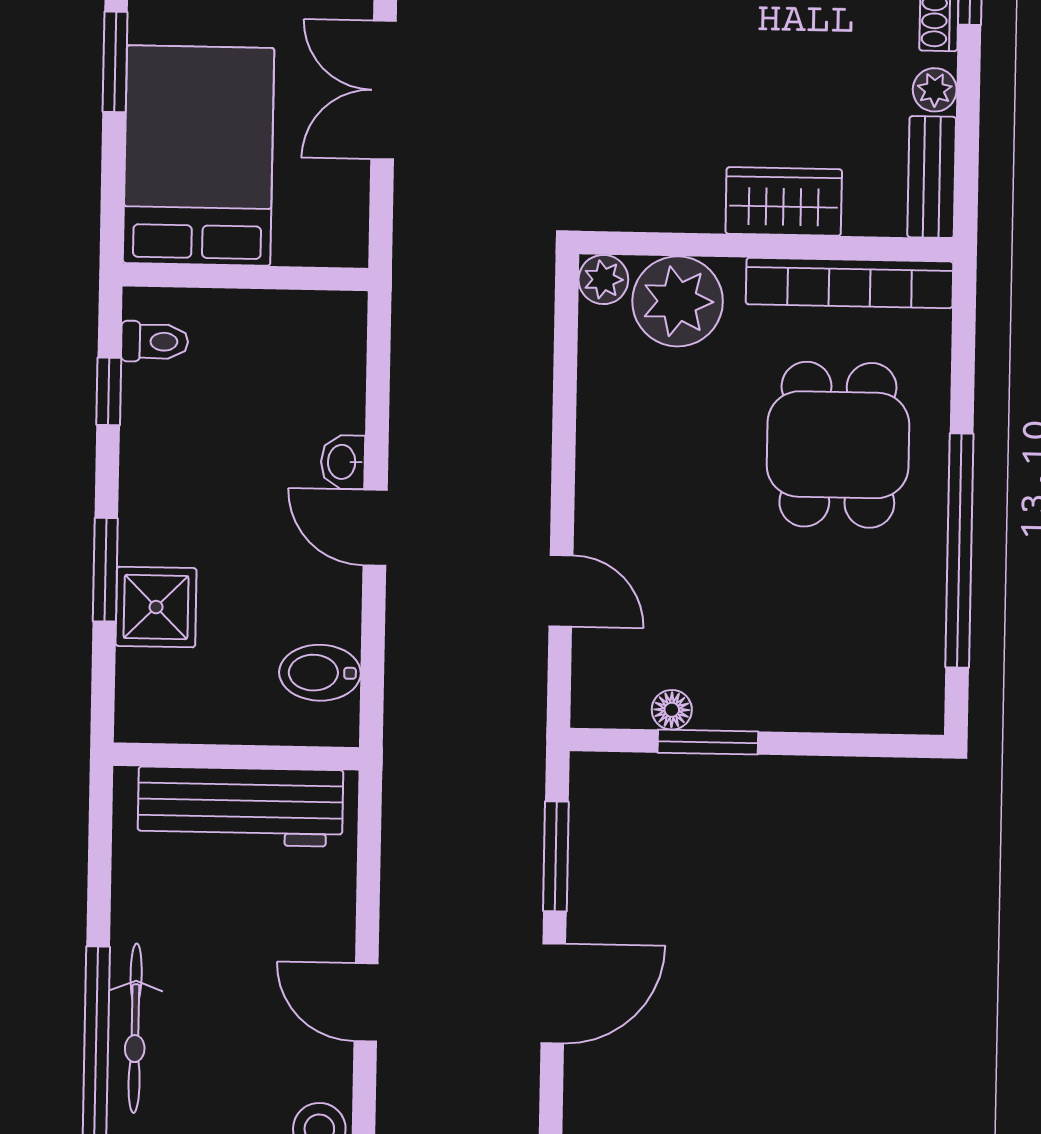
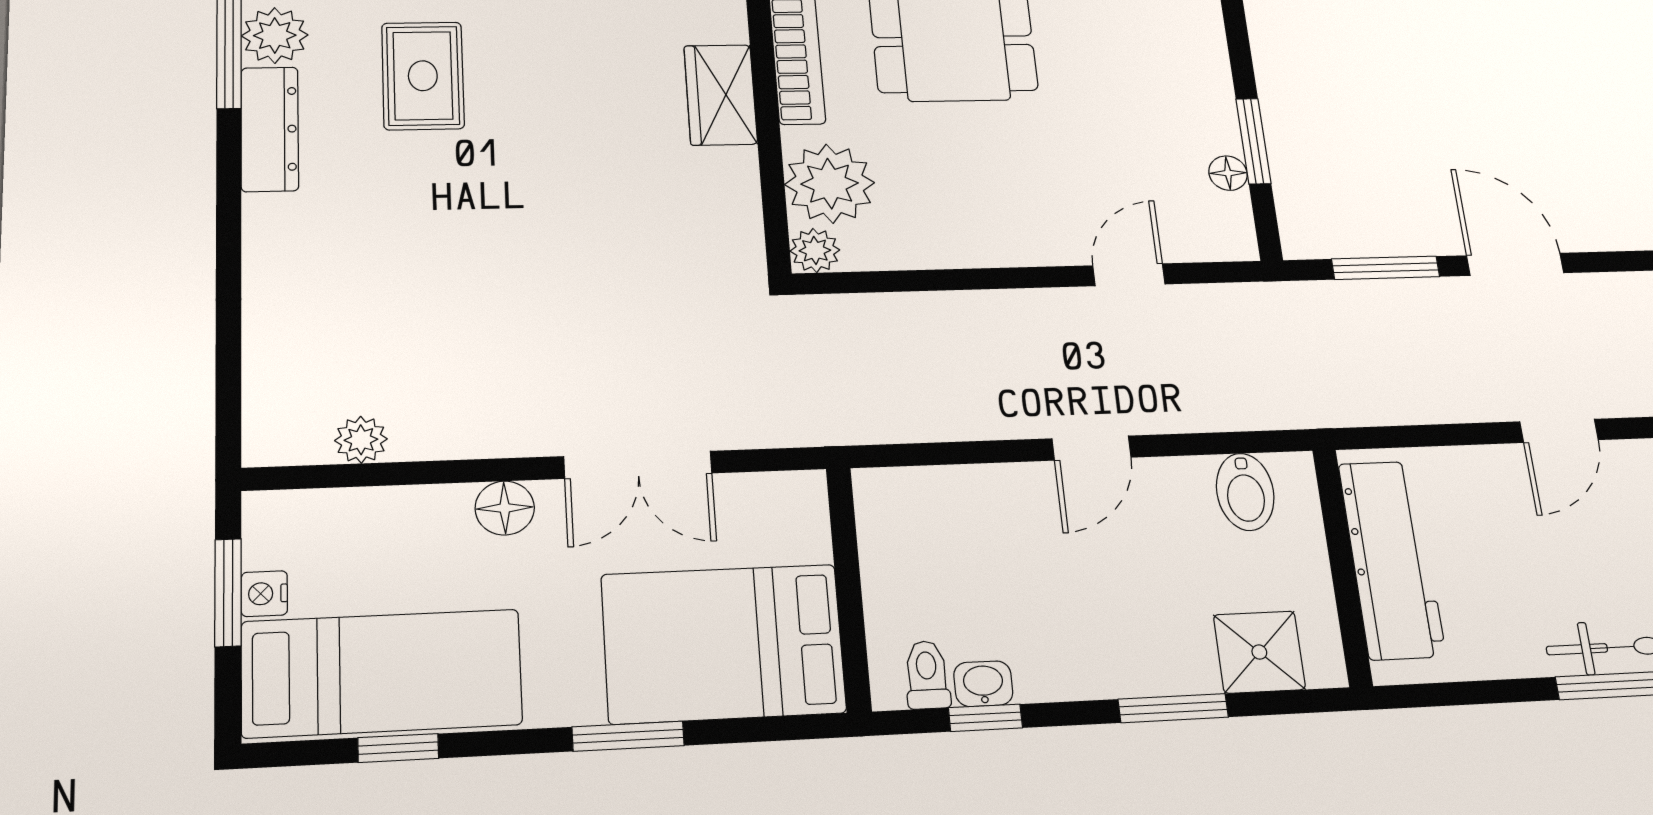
washbasin: (343, 462) -> (983, 684), moved, turned 180
shower: (156, 607) -> (1259, 652), moved

